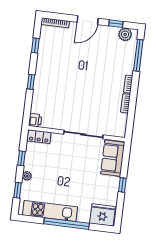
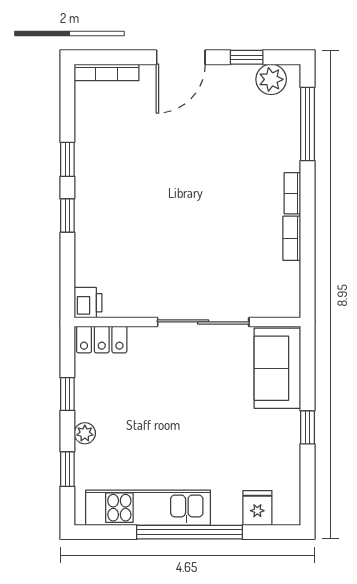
window: (35, 45) -> (67, 159), moved
fridge: (103, 215) -> (257, 508), width x0.53, depth x0.75

